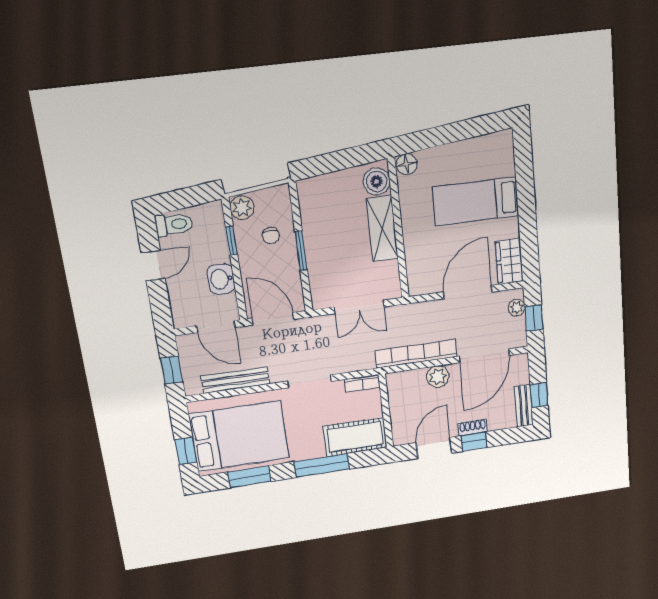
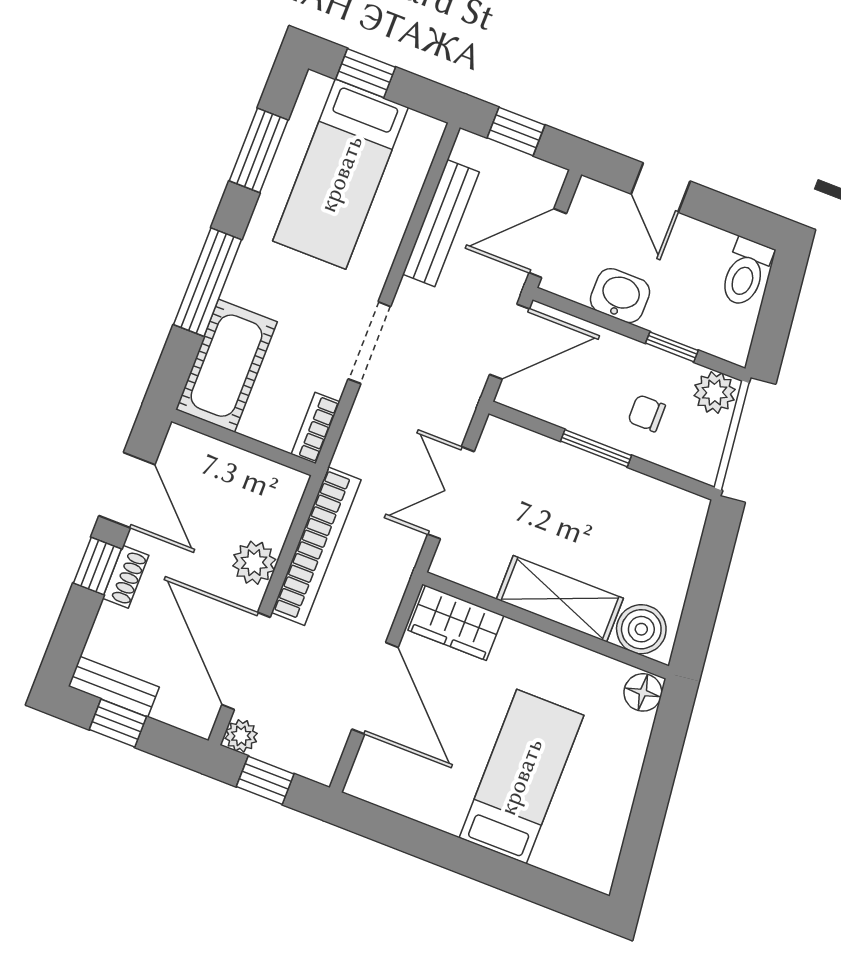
wardrobe: (509, 261) -> (456, 623), moved, turned 180
door: (153, 265) -> (661, 188), moved
plant: (517, 308) -> (241, 736), moved
bed: (239, 436) -> (341, 174), width x0.67

